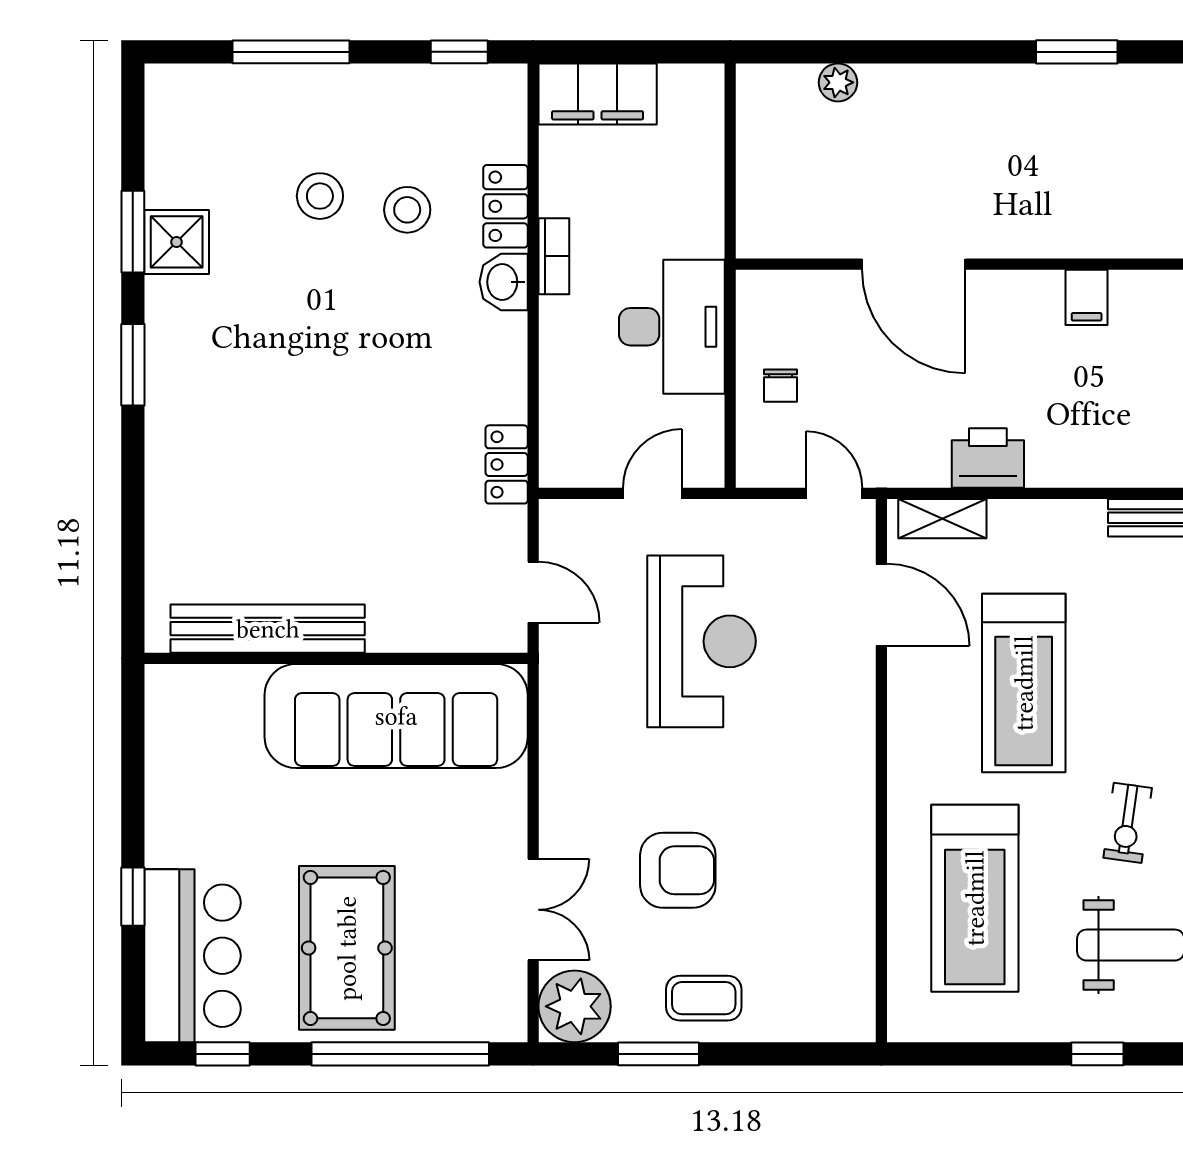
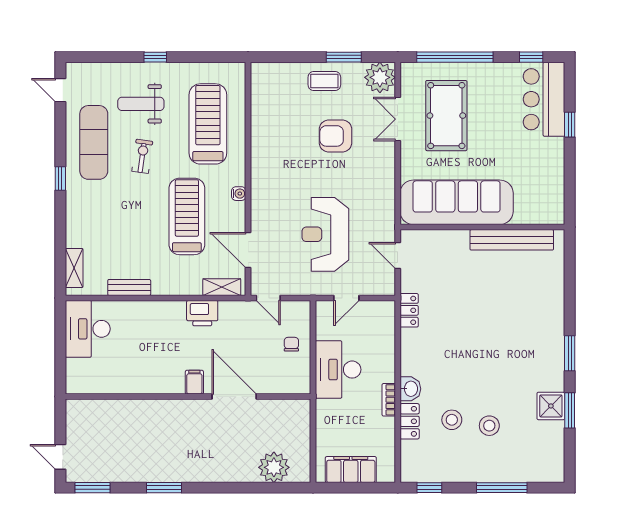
plant: (838, 82) -> (274, 467), width x1.88, depth x1.88
filing cabinet: (598, 94) -> (351, 470), moved
filing cabinet: (1087, 297) -> (194, 382), moved
water cooler: (903, 736) -> (239, 194), added
pool table: (347, 948) -> (446, 116), moved

